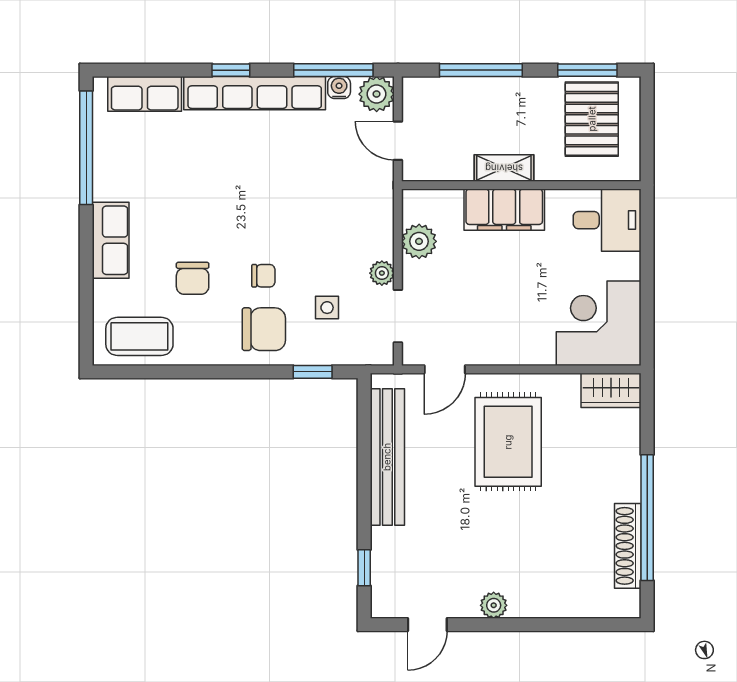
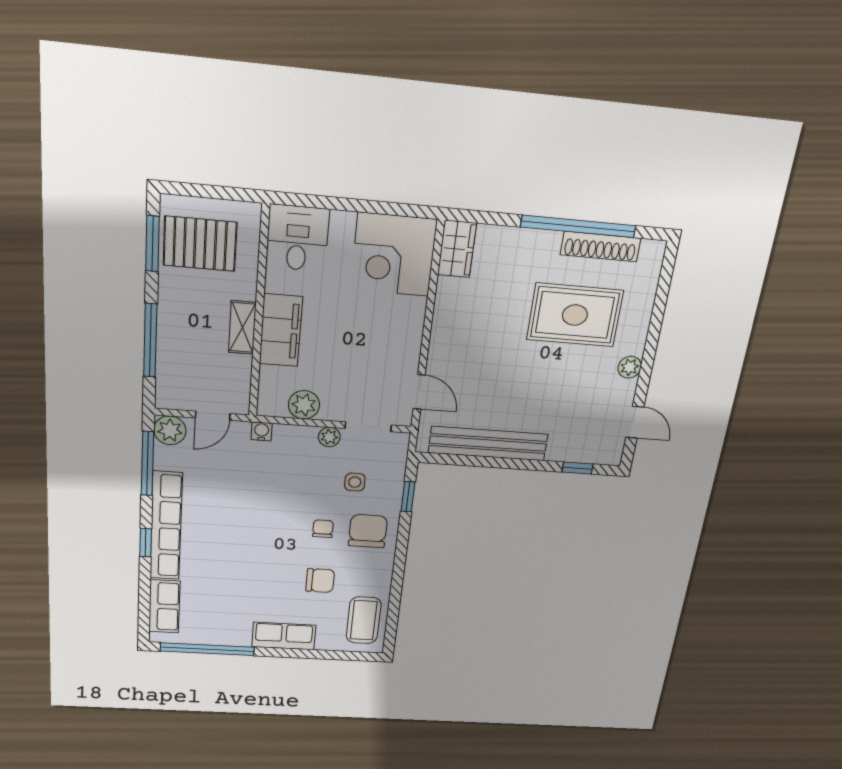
water cooler: (339, 88) -> (262, 431), moved, turned 90
rug: (508, 442) -> (575, 315), moved

